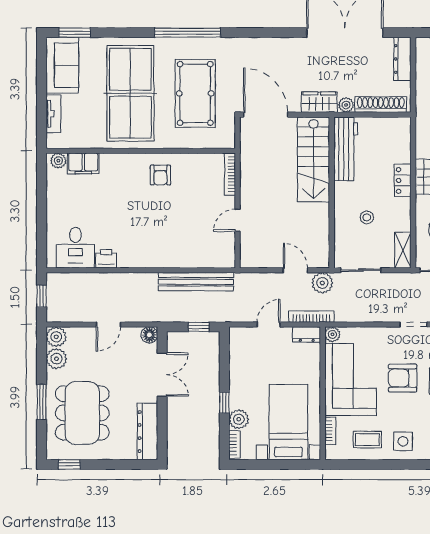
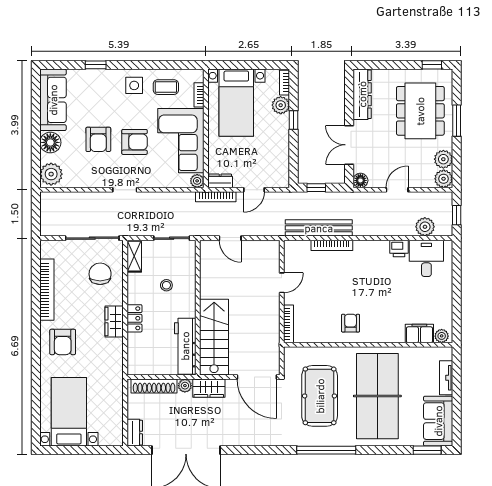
dresser: (402, 59) -> (135, 433), width x0.70
bookcase: (181, 262) -> (332, 245), added
plant: (322, 283) -> (425, 227), moved

